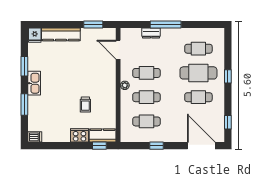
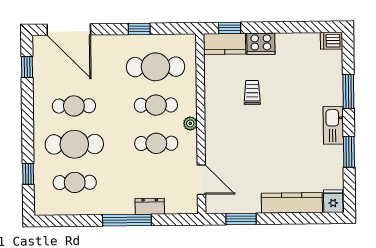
window: (228, 76) -> (28, 174), moved
cafe table: (146, 121) -> (155, 67), width x1.37, depth x1.35

